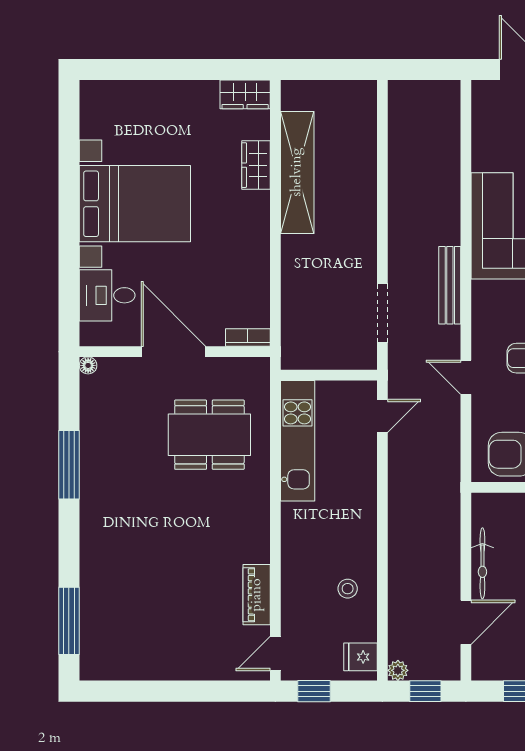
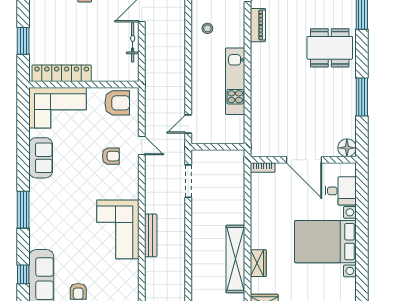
bench: (450, 285) -> (151, 235), moved
floor lamp: (88, 365) -> (347, 148), width x1.89, depth x1.89
dining table: (209, 435) -> (330, 48), moved
kitchen unit: (298, 441) -> (235, 81), moved

